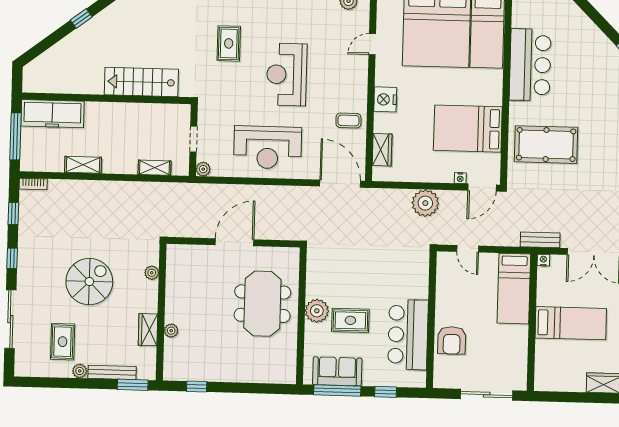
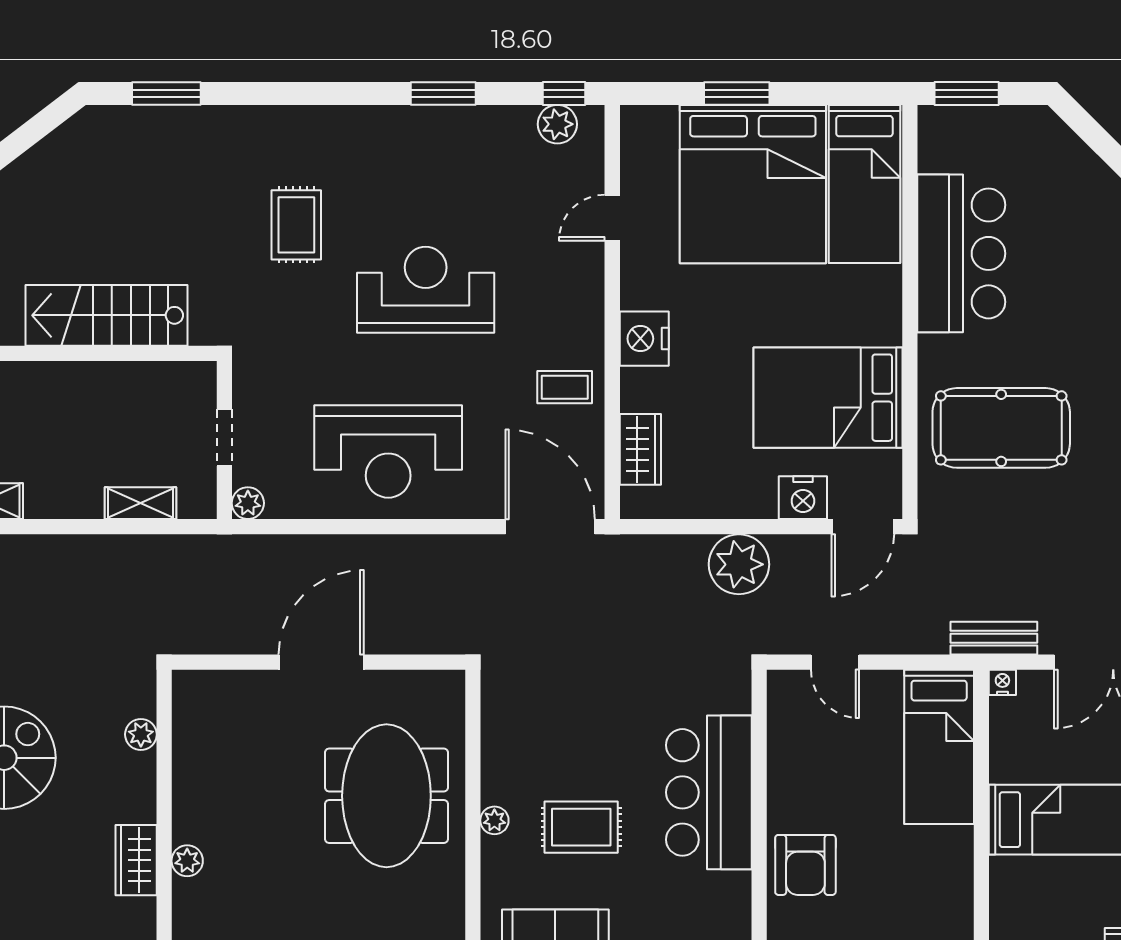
reception desk: (287, 75) -> (426, 290), turned 90
nightstand: (460, 178) -> (803, 498), width x1.89, depth x1.79
plant: (317, 311) -> (494, 820), width x0.53, depth x0.53
bar counter: (408, 335) -> (709, 792), moved

